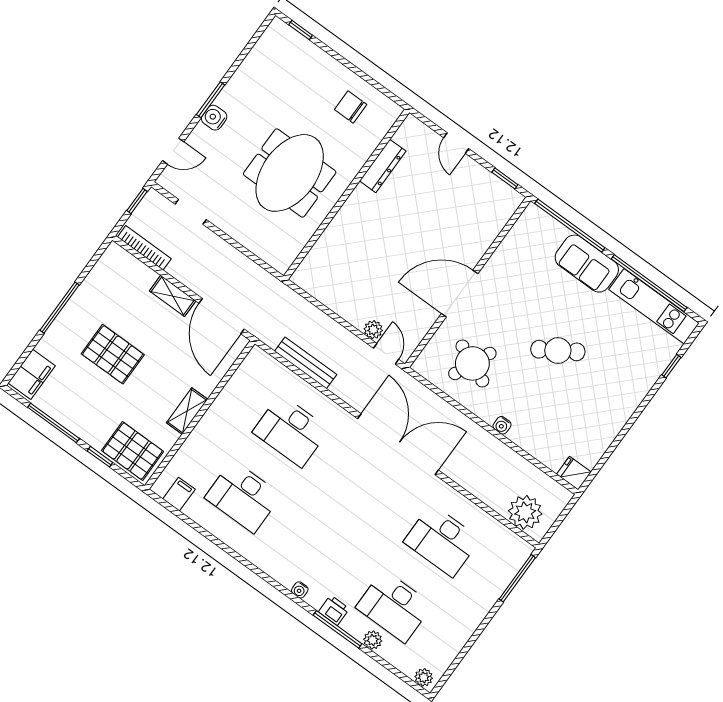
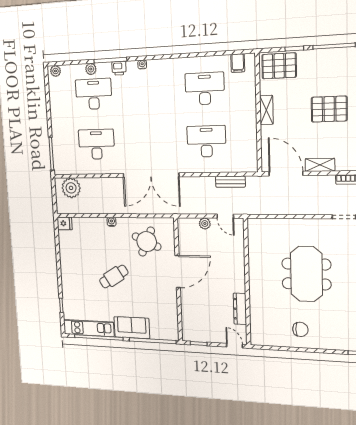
dresser: (383, 166) -> (240, 309), moved
wall: (346, 194) -> (247, 282), moved
door: (386, 354) -> (225, 216), moved
bench: (306, 363) -> (230, 182), width x0.73

